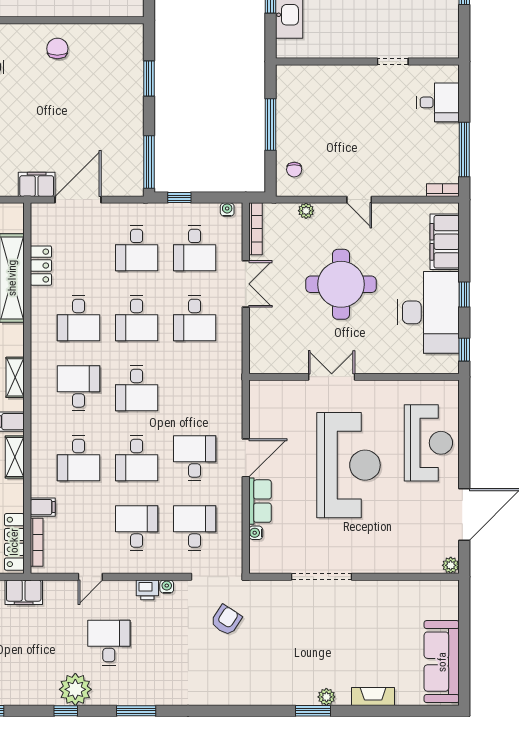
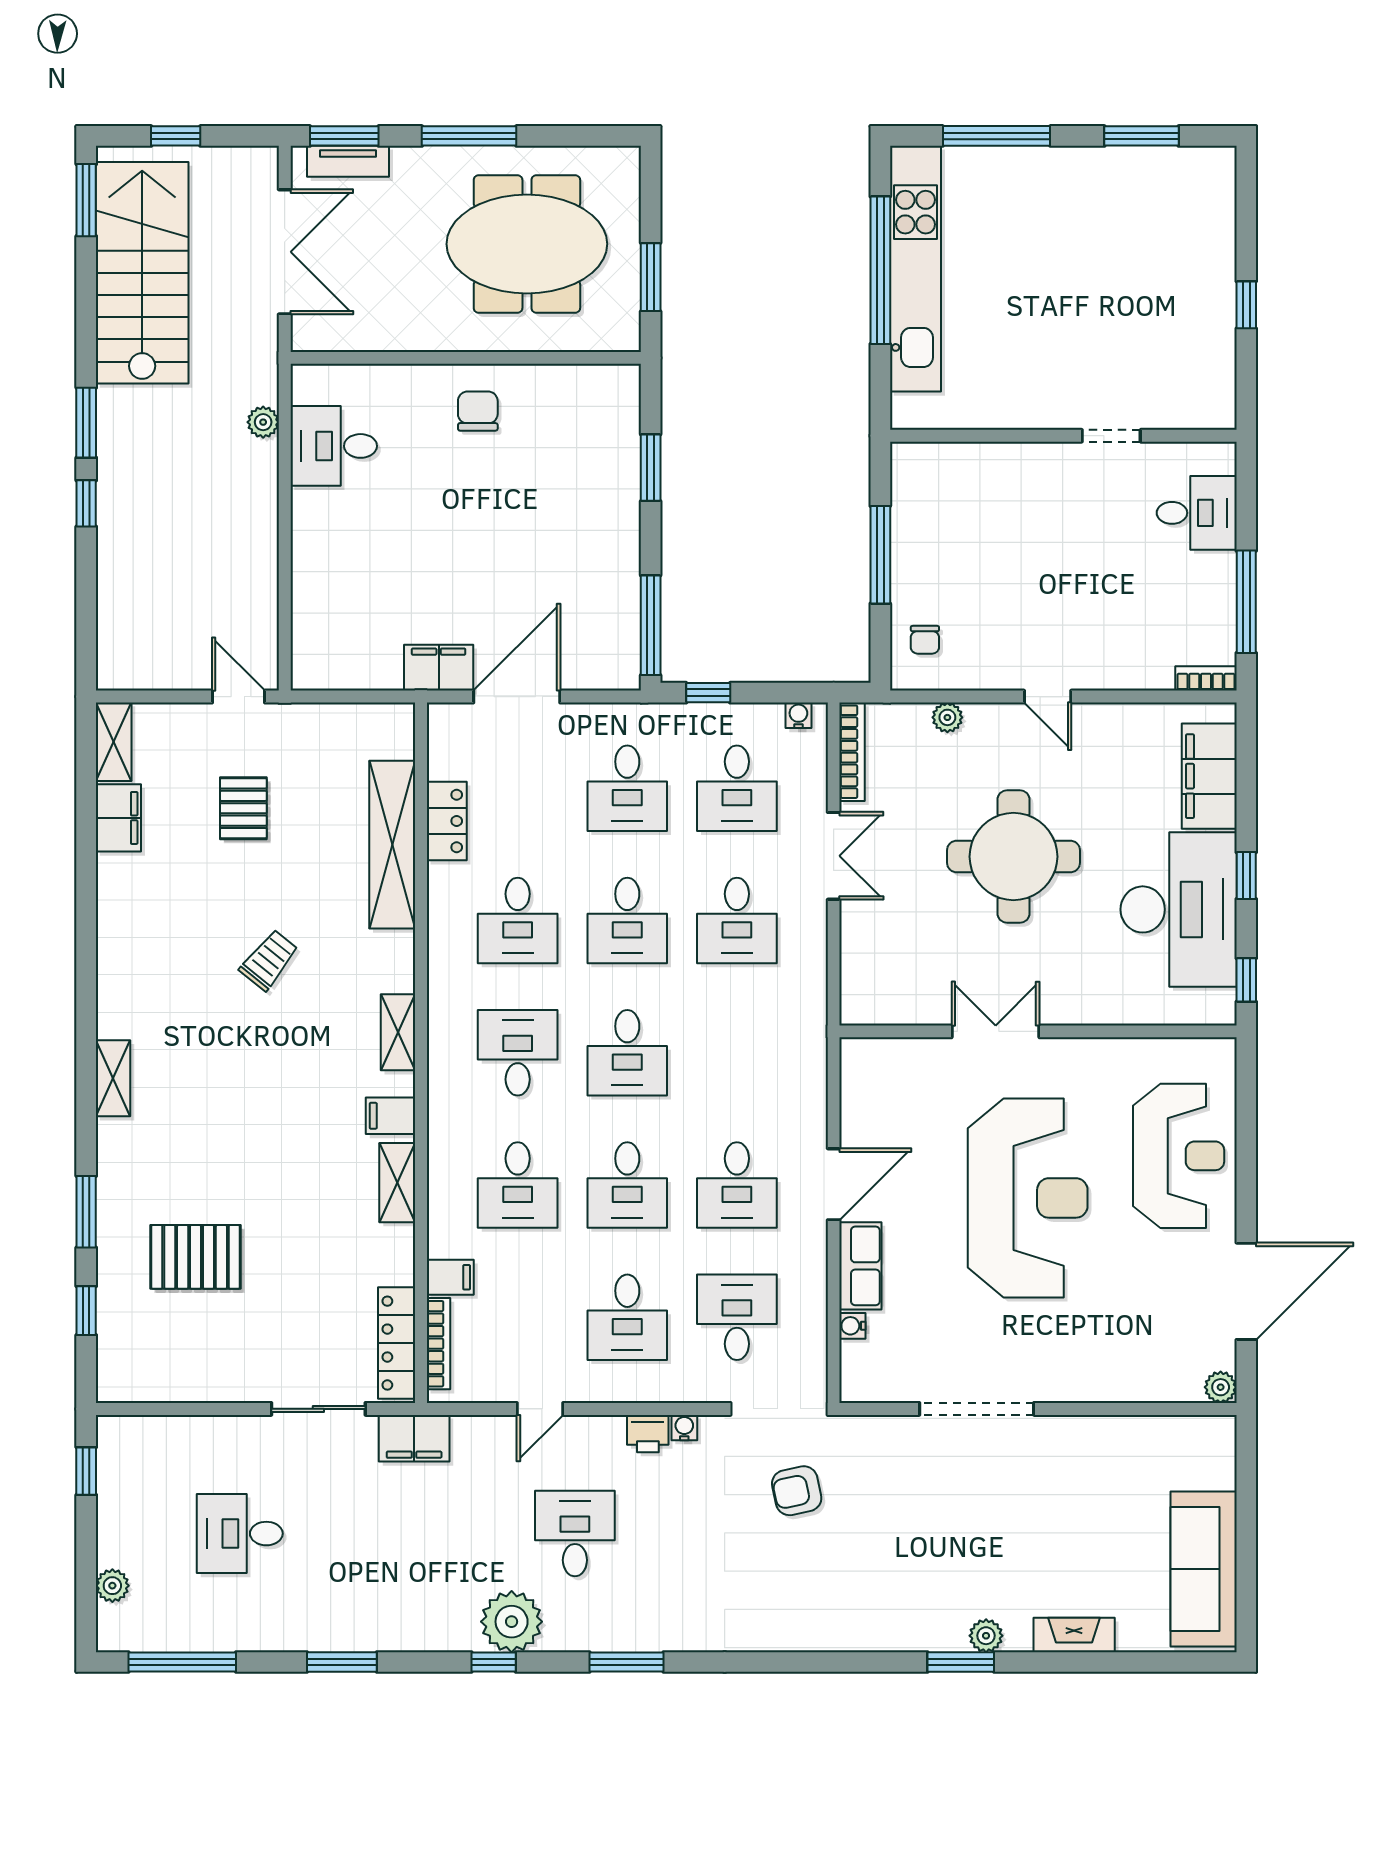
desk: (195, 458) -> (737, 1185), turned 180
desk: (137, 528) -> (627, 1317), turned 180
armchair: (226, 620) -> (797, 1491), turned -135

